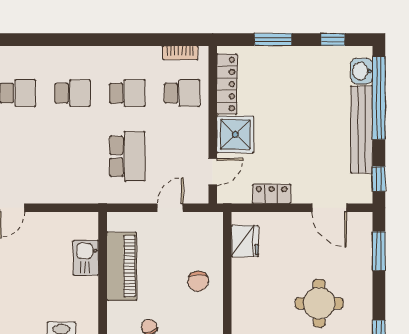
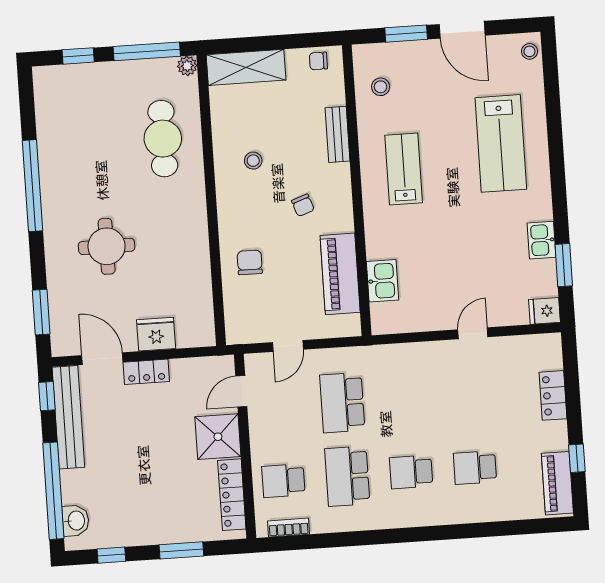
school desk: (127, 93) -> (347, 476), width x1.85
bench: (362, 129) -> (68, 417), moved
locker: (272, 194) -> (146, 372), moved
fridge: (245, 241) -> (156, 334), moved, turned 90

